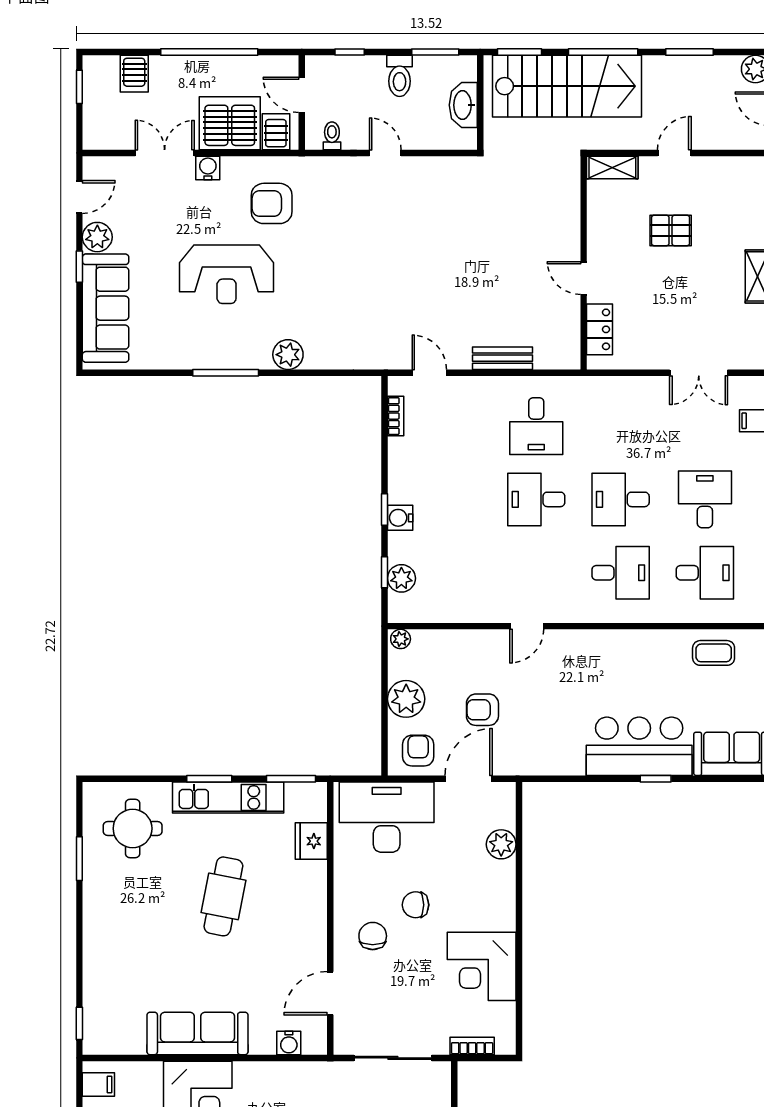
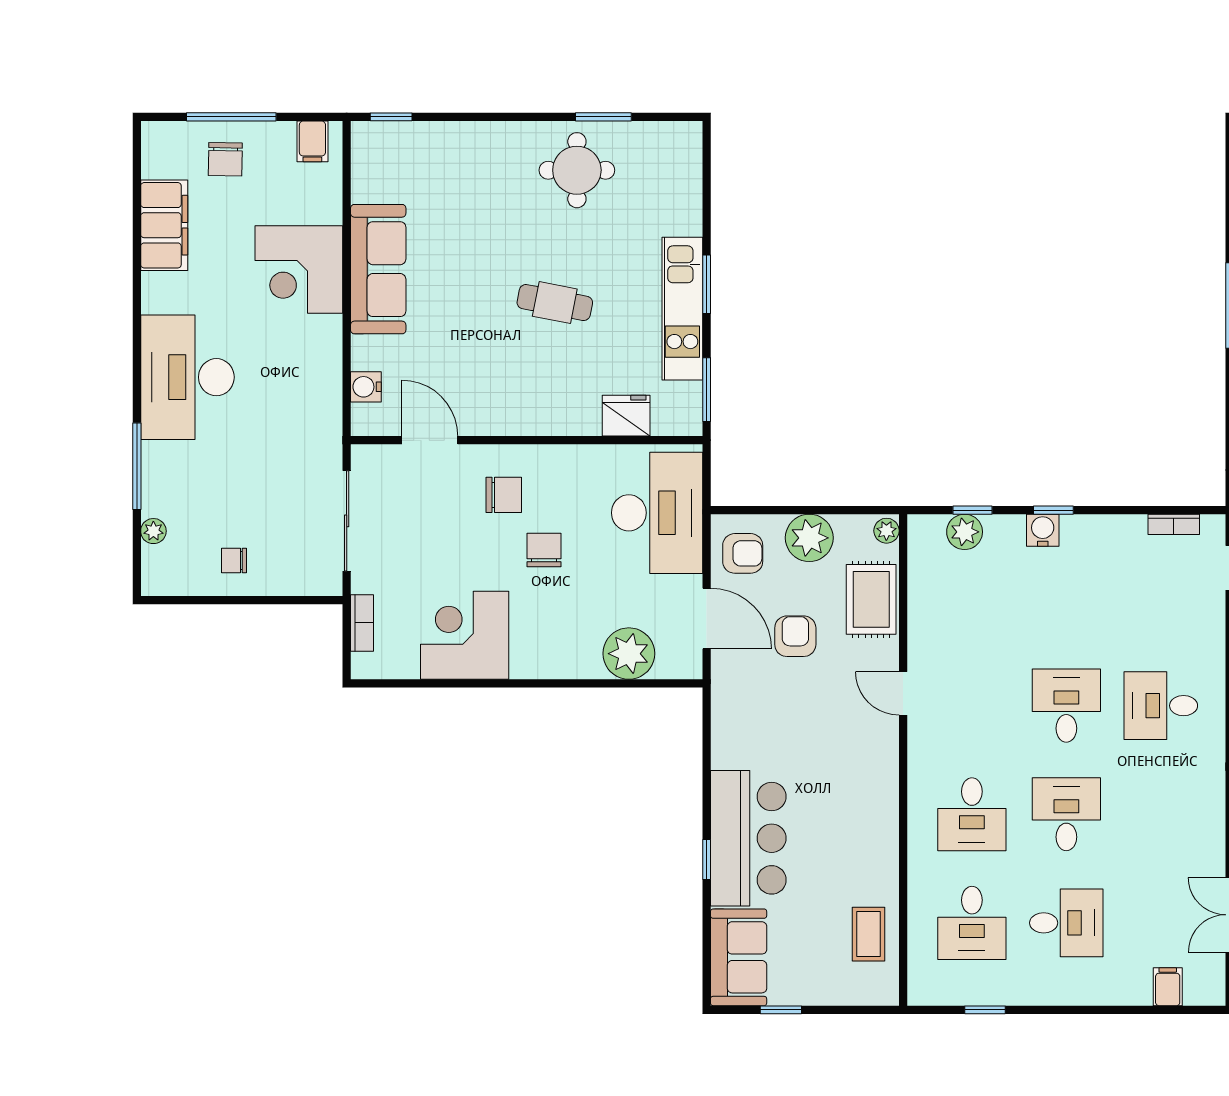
rug: (454, 651) -> (871, 599), added
round table: (133, 828) -> (577, 170), moved
plant: (501, 844) -> (629, 654), width x1.36, depth x1.36
cafe table: (223, 896) -> (555, 303), width x0.73, depth x0.74

